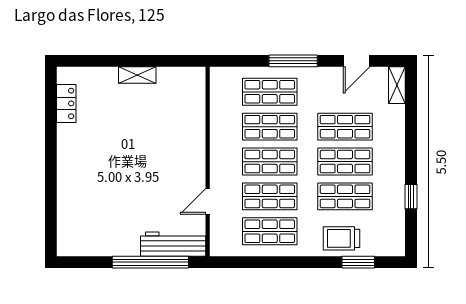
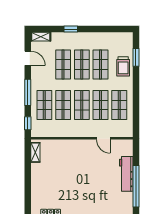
window: (236, 61) -> (28, 123), added
shelving: (137, 75) -> (35, 152), moved
window: (411, 197) -> (71, 29), moved
workbench: (173, 244) -> (126, 174), moved
window: (150, 262) -> (136, 186), moved

